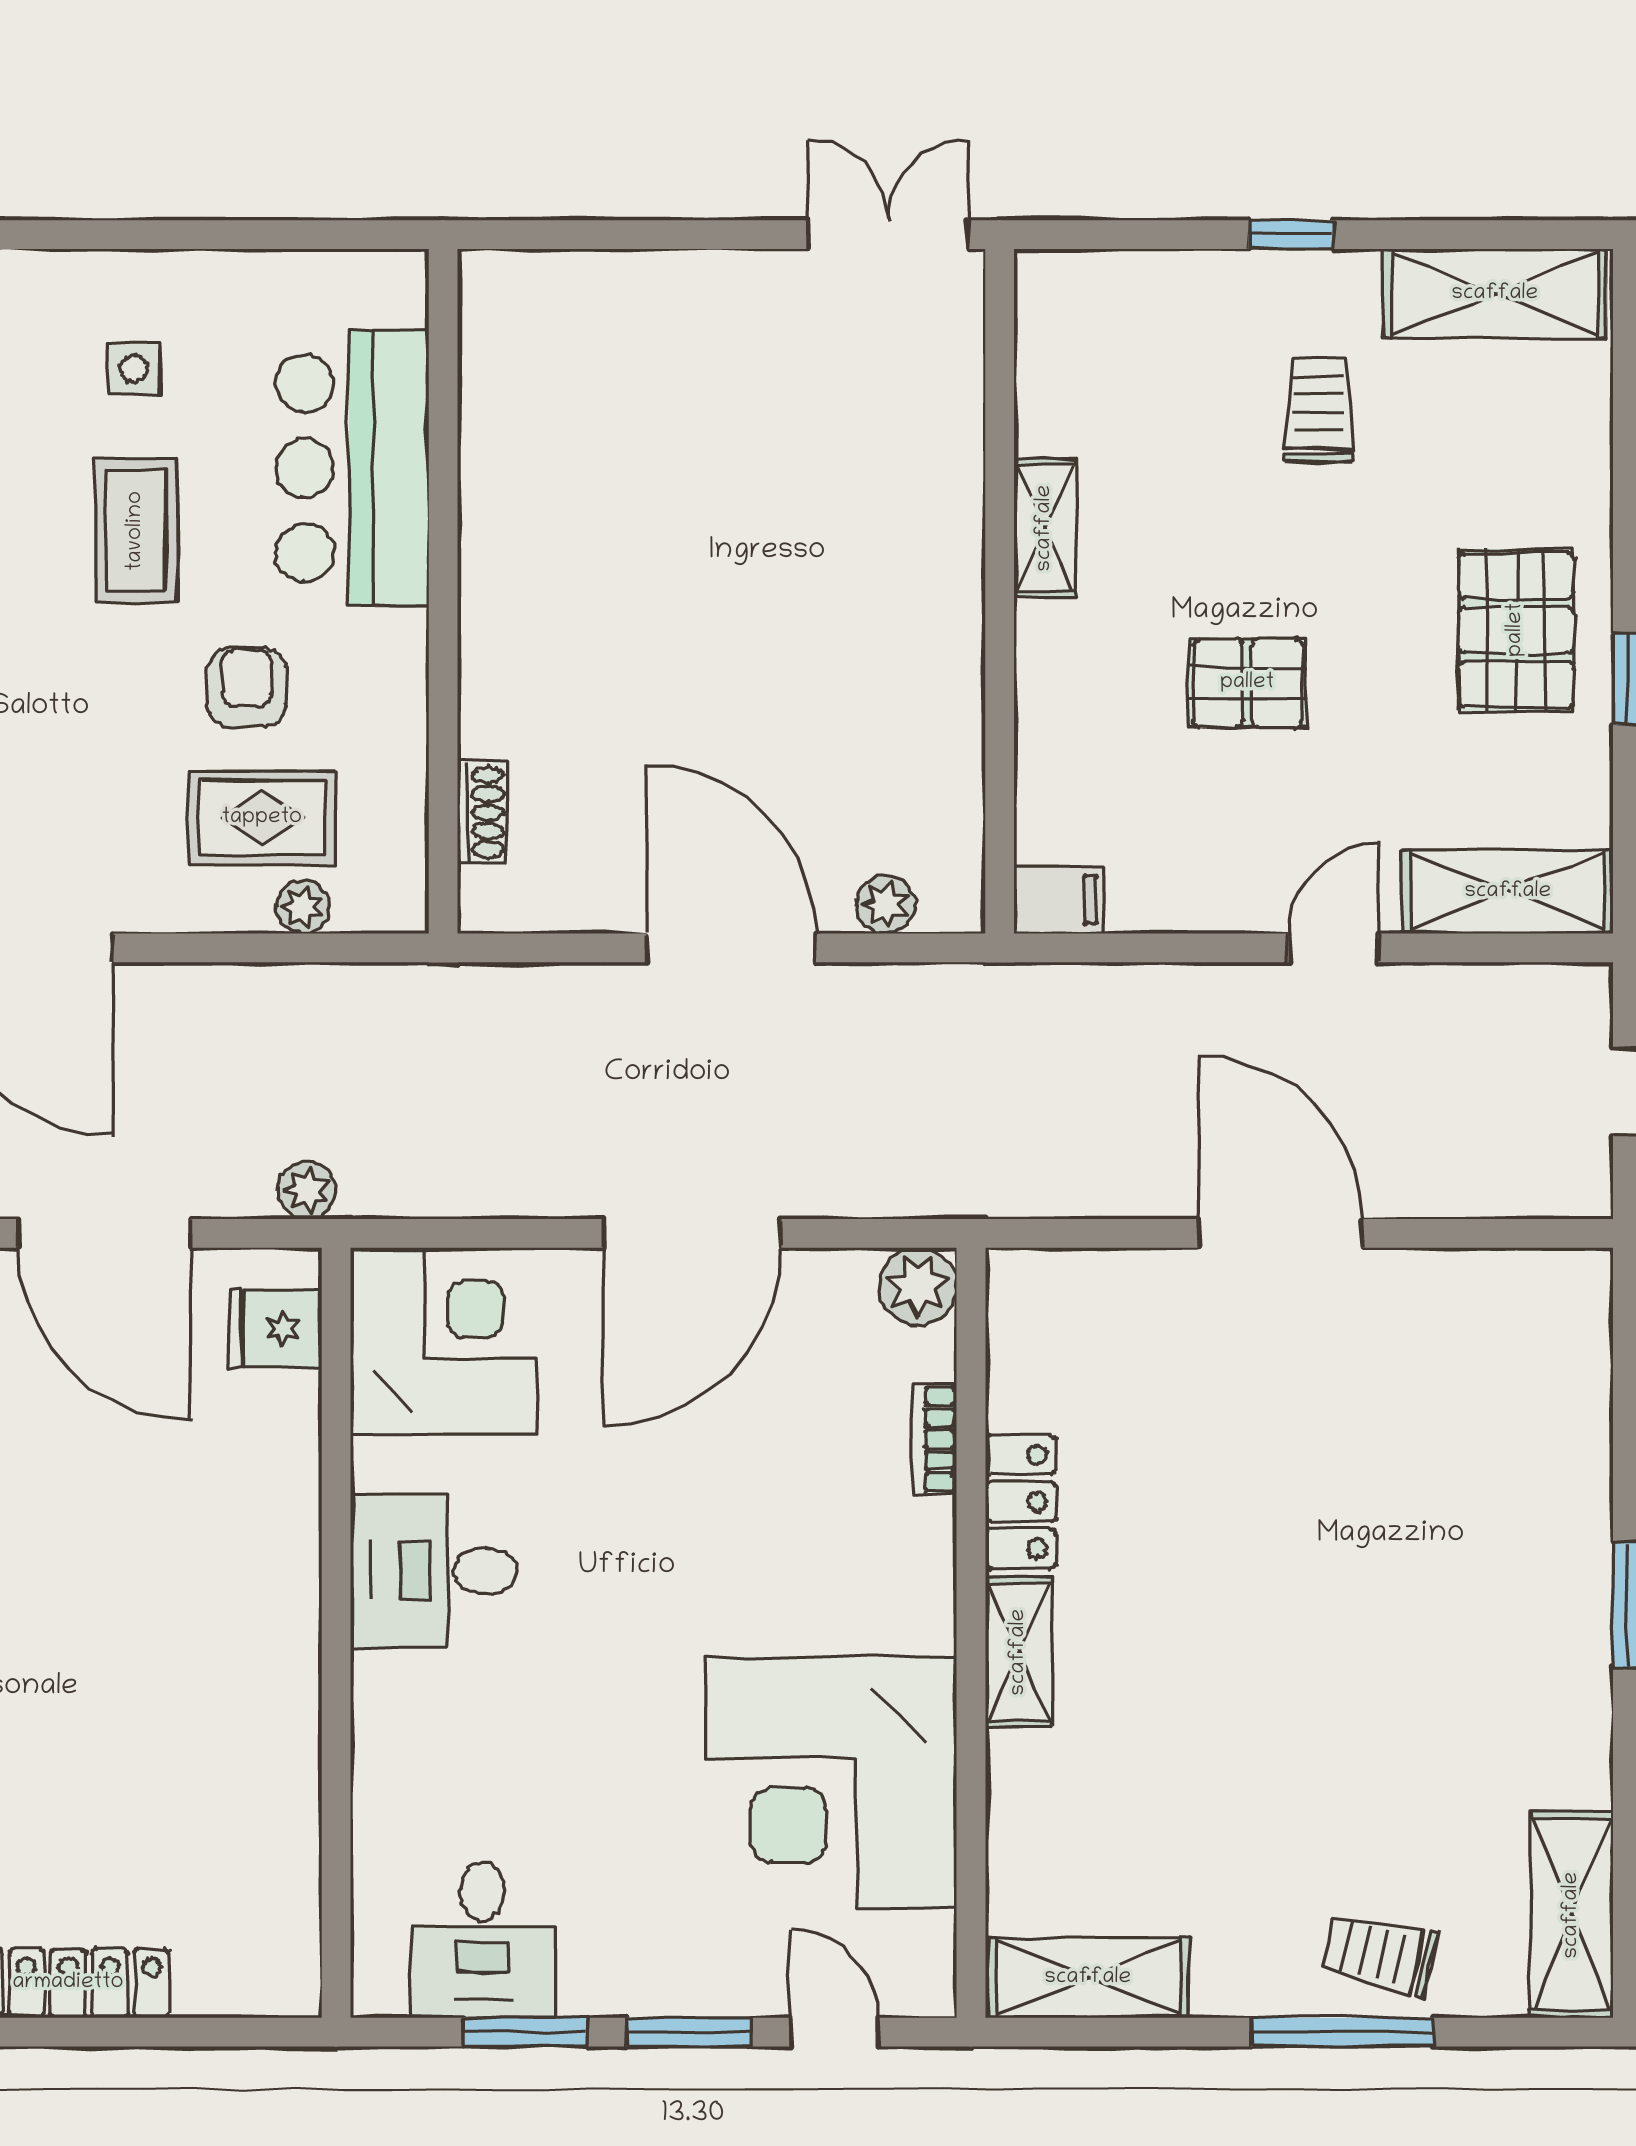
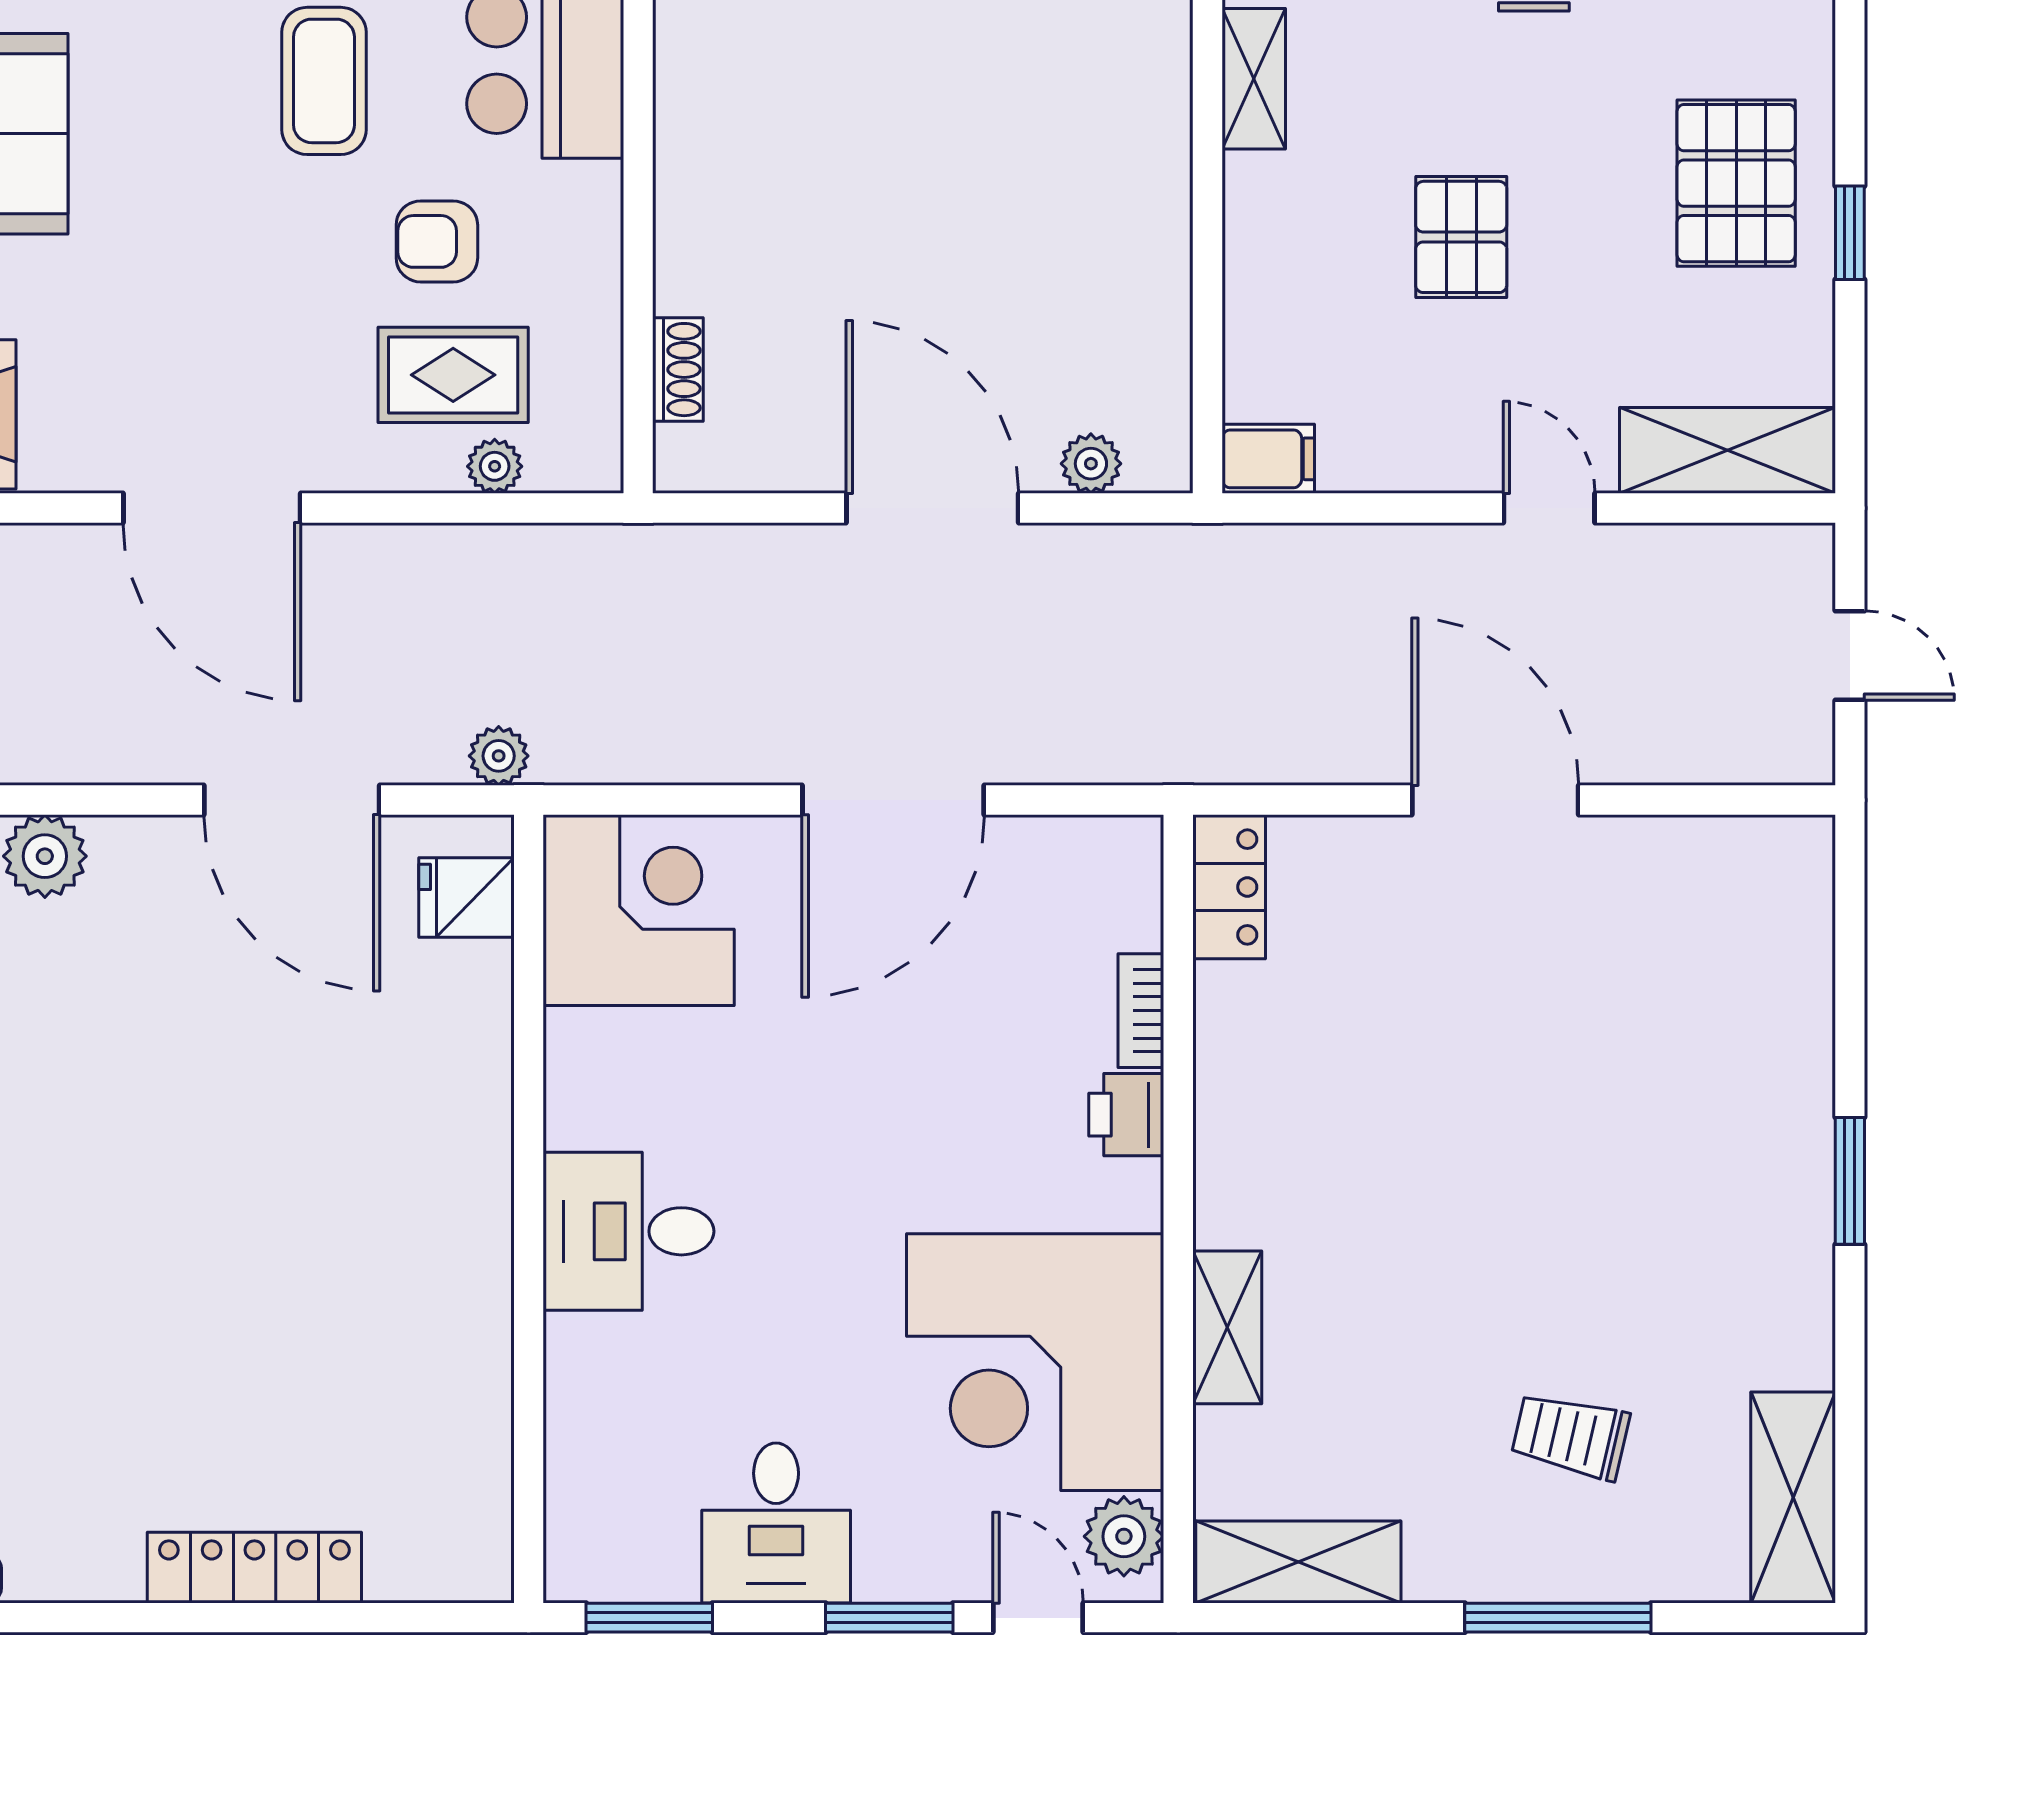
pallet: (1247, 683) -> (1461, 237), turned 90
armchair: (246, 687) -> (437, 241), turned -90
door: (1333, 948) -> (1549, 508), hinge flipped
plant: (918, 1286) -> (1124, 1536), moved
locker: (1021, 1502) -> (1229, 887), moved
printer: (920, 1541) -> (1126, 1115), added
desk: (434, 1571) -> (629, 1231), moved
shelving: (1019, 1652) -> (1227, 1327), moved
desk: (483, 1940) -> (776, 1523), moved
trolley: (1380, 1954) -> (1571, 1436), moved
window: (525, 2032) -> (649, 1618), moved

